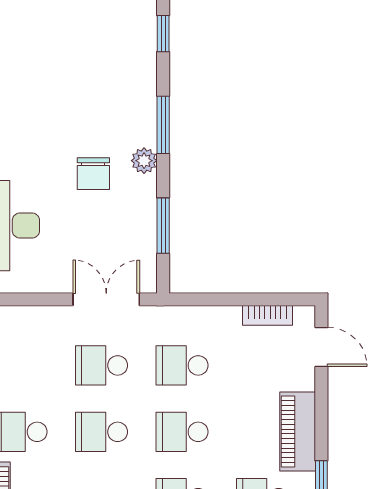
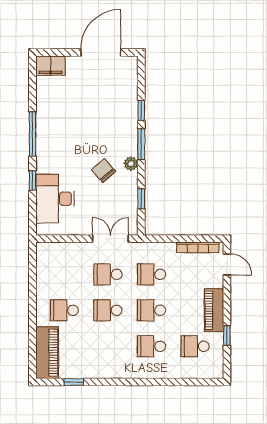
window: (163, 34) -> (141, 110), moved
chair: (93, 174) -> (104, 171), turned 139
window: (163, 226) -> (141, 199), width x0.67
bookcase: (268, 315) -> (198, 247), width x1.56

